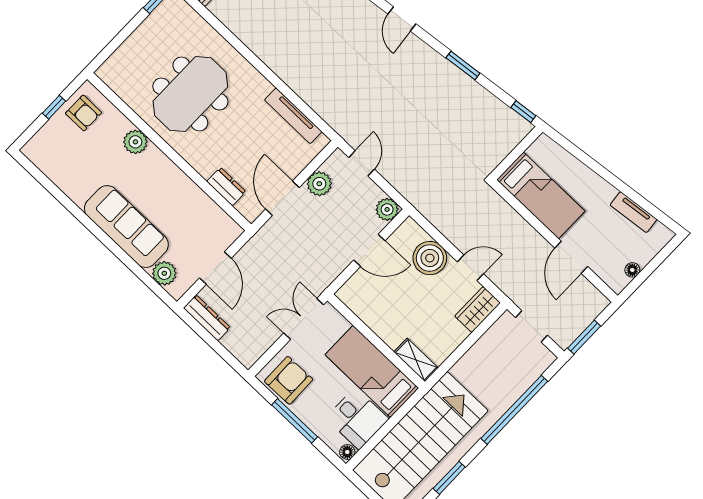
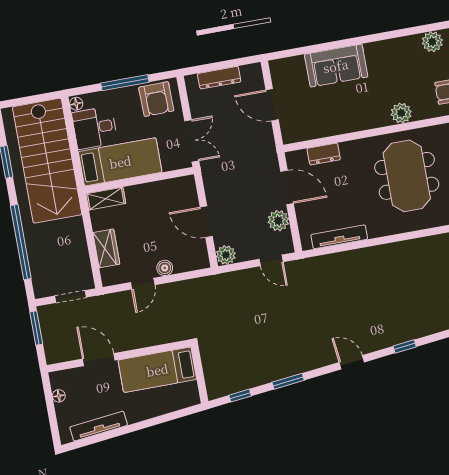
window: (523, 112) -> (240, 396), moved
tv unit: (633, 212) -> (99, 426), width x1.41
sofa: (126, 227) -> (336, 66), width x0.73
door: (369, 250) -> (206, 222), hinge flipped
boiler: (430, 258) -> (165, 268), width x0.54, depth x0.54
plant: (164, 273) -> (432, 42), moved
wardrobe: (478, 310) -> (106, 248), moved
dresser: (207, 318) -> (219, 78), moved

